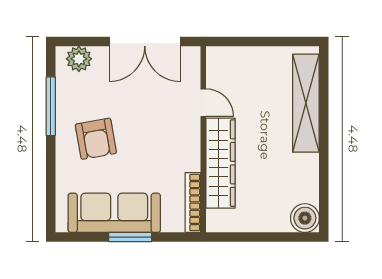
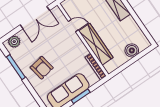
boiler: (305, 218) -> (132, 50), moved

